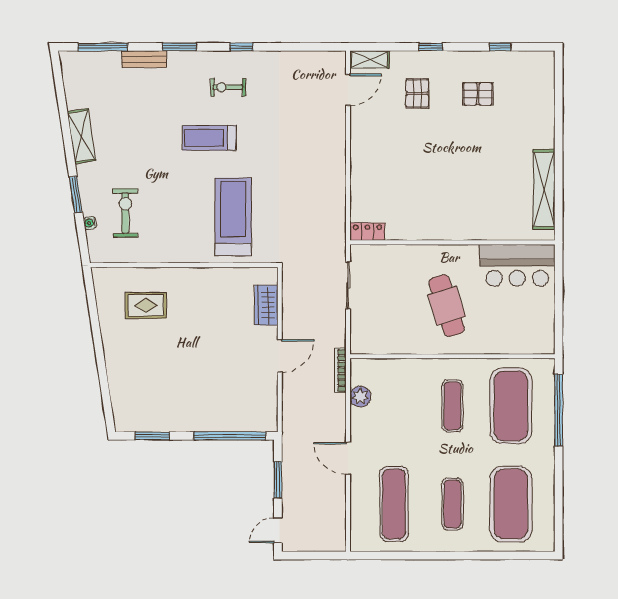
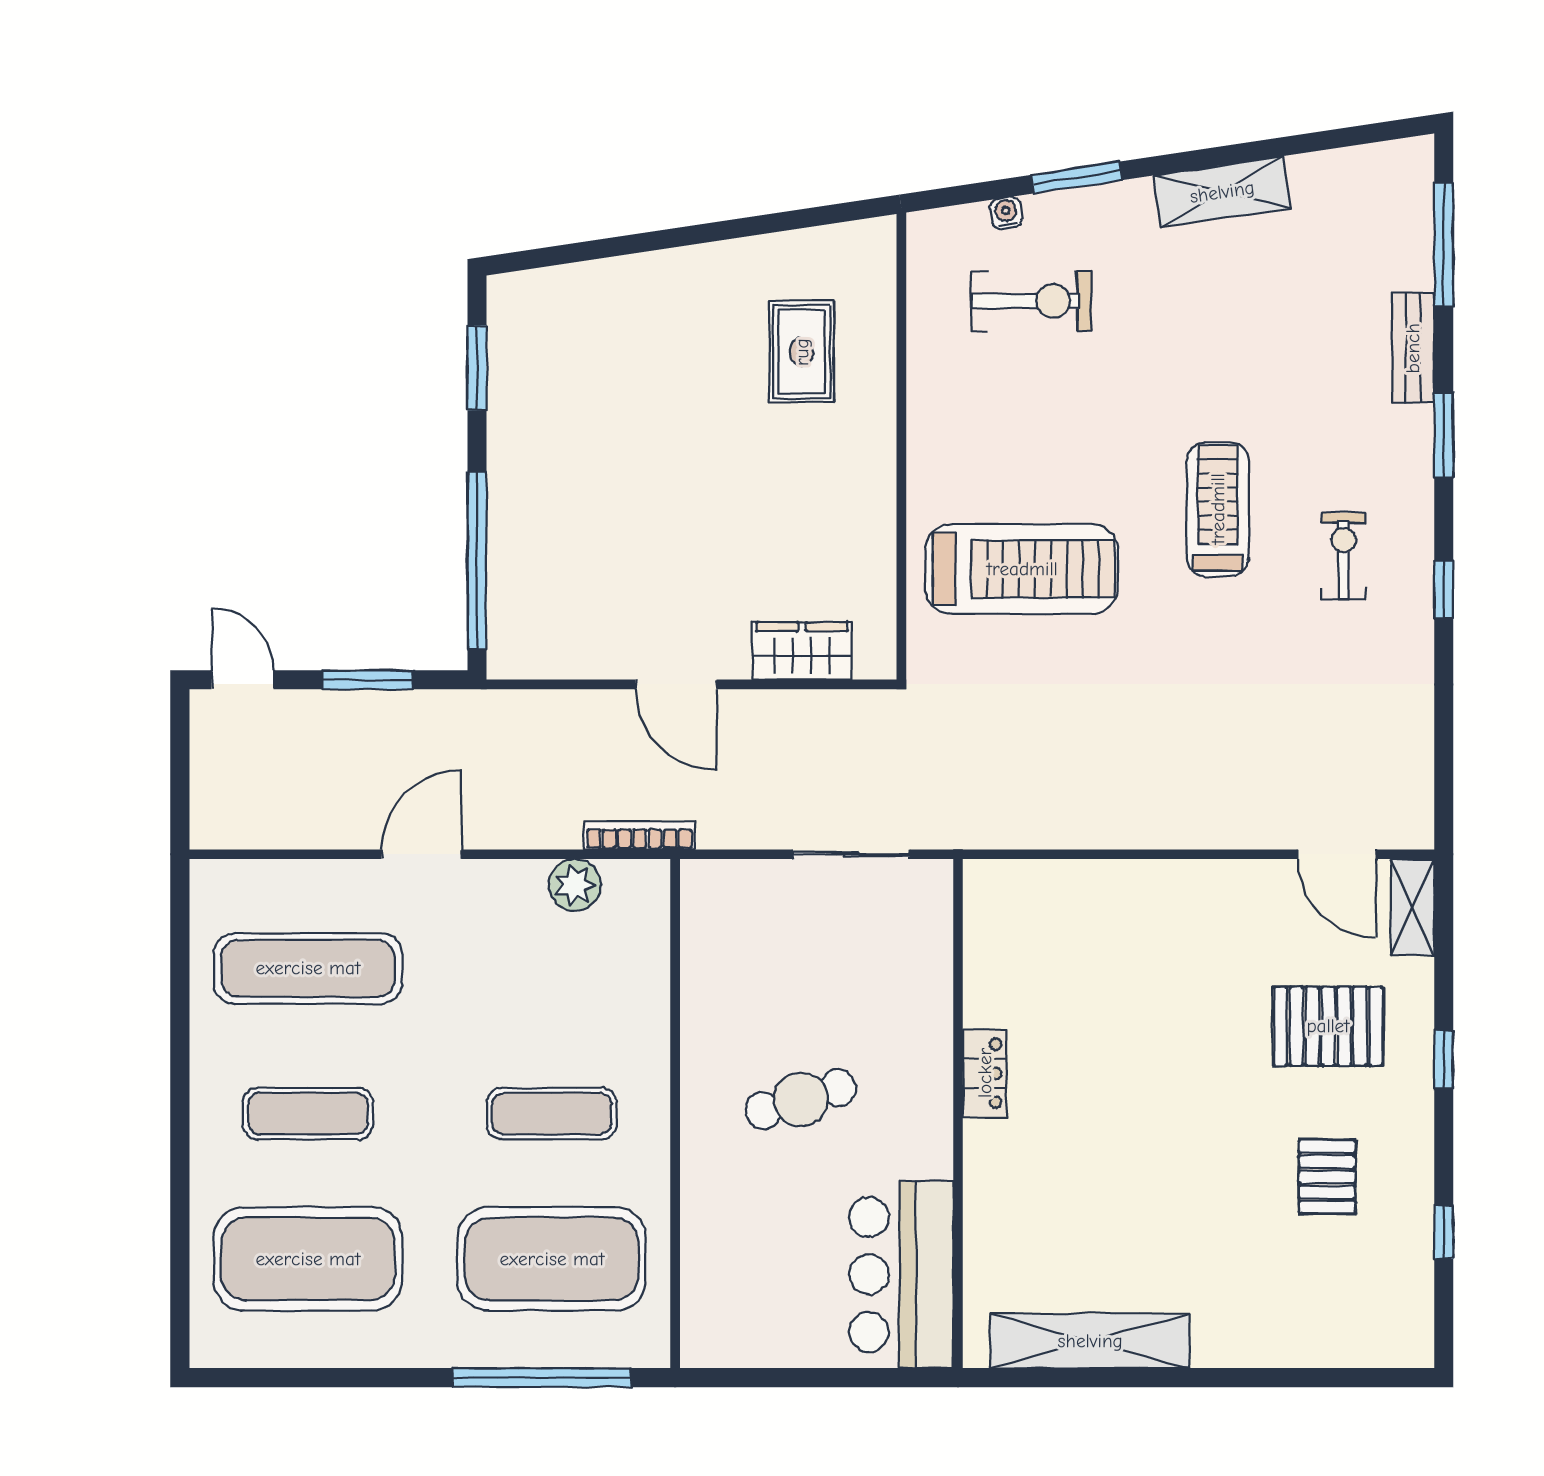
pallet: (417, 93) -> (1328, 1026), width x1.50, depth x1.42
locker: (367, 232) -> (985, 1073), moved
cafe table: (447, 306) -> (801, 1099), width x0.73, depth x0.74

